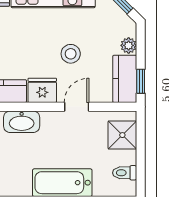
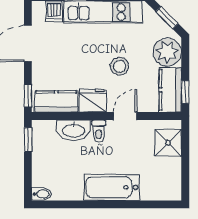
plant: (129, 45) -> (167, 52), width x1.87, depth x1.87
toilet: (125, 173) -> (99, 131), moved, turned -90

